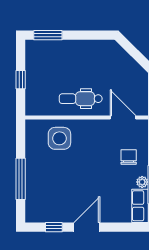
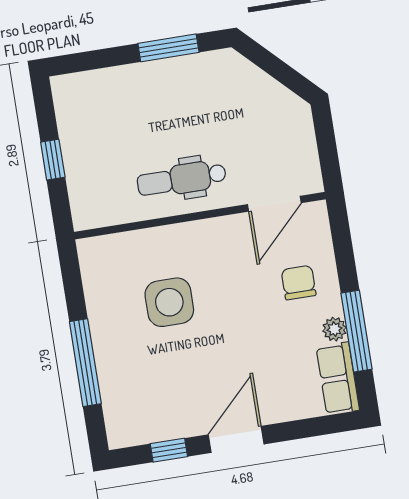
window: (48, 35) -> (168, 48), moved
door: (123, 118) -> (274, 204), swing flipped
side table: (59, 138) -> (169, 302), moved

